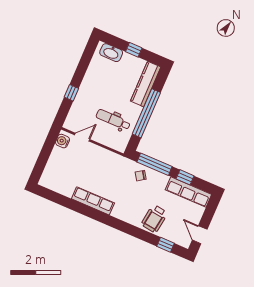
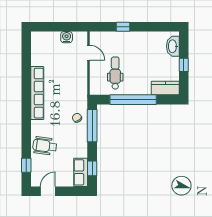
kitchen counter: (146, 84) -> (165, 88), width x0.67
water cooler: (63, 141) -> (67, 37), moved
window: (185, 177) -> (92, 168), moved
row of seats: (188, 192) -> (81, 172), width x0.68
row of seats: (93, 201) -> (37, 93), width x1.36

